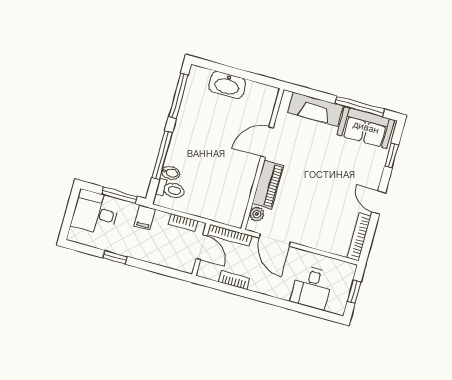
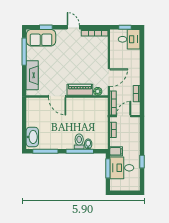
washbasin: (227, 85) -> (32, 137), moved
sofa: (366, 127) -> (41, 38), moved, turned 90
toilet: (171, 190) -> (79, 142), moved
door: (379, 203) -> (73, 27), swing flipped
desk: (95, 213) -> (122, 168), moved, turned 90
desk: (312, 288) -> (129, 39), moved

